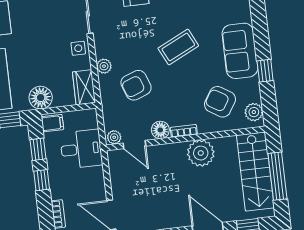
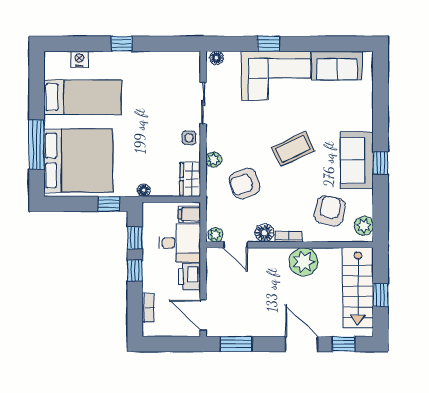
window: (265, 71) -> (380, 163), moved
floor lamp: (41, 98) -> (144, 190), width x0.53, depth x0.53
armchair: (220, 102) -> (330, 211), turned 69
filing cabinet: (52, 123) -> (189, 214), moved, turned 180
window: (277, 176) -> (380, 295), width x0.46
printer: (94, 180) -> (189, 277), added

